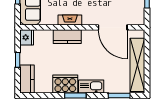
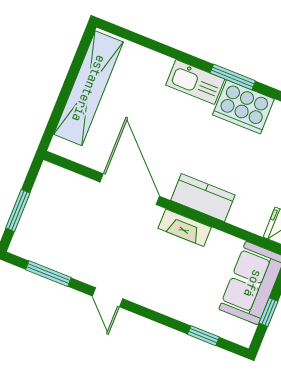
door: (113, 27) -> (130, 189), moved
window: (119, 95) -> (148, 43), removed

